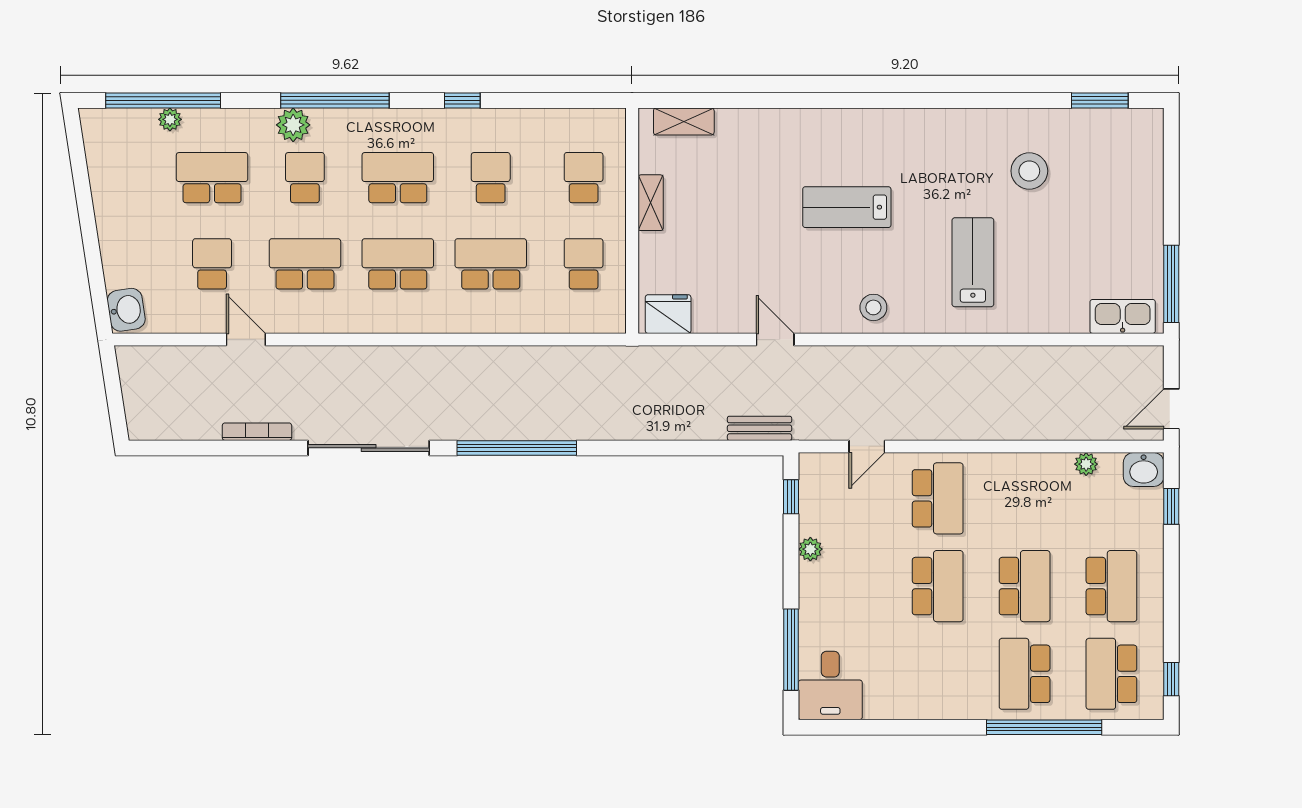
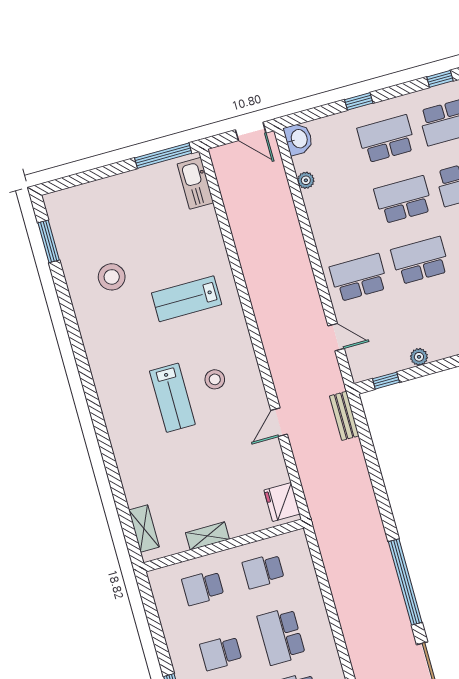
stool: (873, 307) -> (215, 379), moved
window: (1171, 506) -> (359, 101), moved

